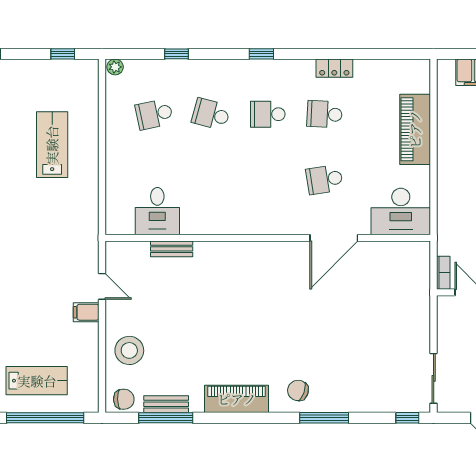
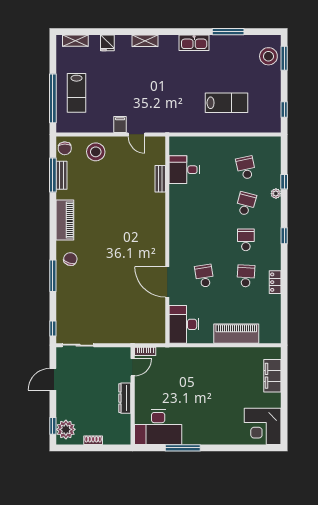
plant: (115, 67) -> (276, 194), moved
door: (102, 286) -> (136, 134), hinge flipped

